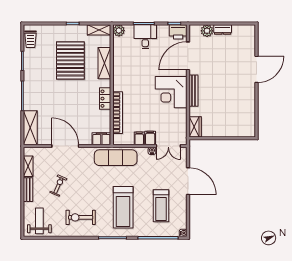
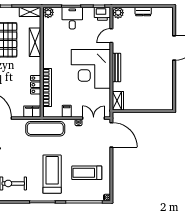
plant: (207, 31) -> (118, 13), moved
door: (188, 56) -> (111, 36), width x0.53
corner desk: (171, 92) -> (91, 69), width x1.36, depth x1.36
locker: (105, 99) -> (36, 85), moved
filing cabinet: (150, 138) -> (77, 111), removed
double door: (168, 146) -> (94, 118), swing flipped
door: (188, 181) -> (111, 135), moved
treadmill: (161, 206) -> (87, 173), turned 90
treadmill: (123, 207) -> (52, 174), turned 180

